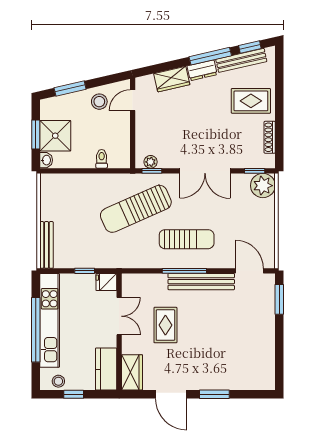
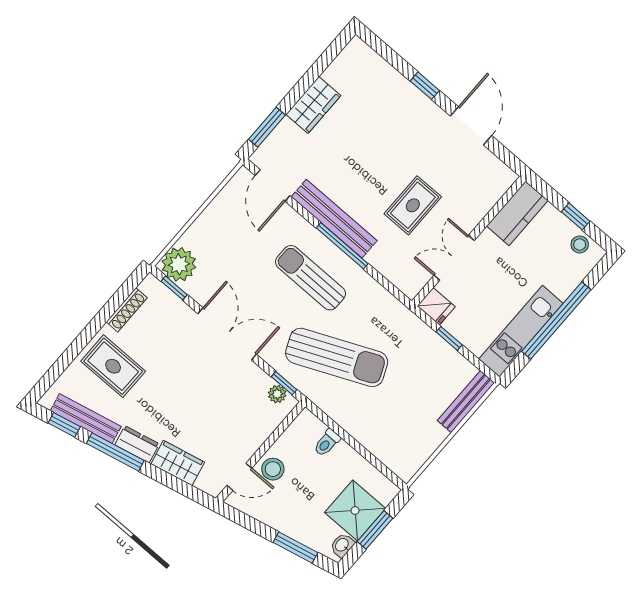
stool: (99, 102) -> (273, 469), moved
washbasin: (46, 160) -> (342, 545), moved
kitchen unit: (50, 320) -> (521, 331), width x0.73
wardrobe: (132, 372) -> (313, 105), moved, turned 180
window: (214, 394) -> (425, 86), width x0.67

